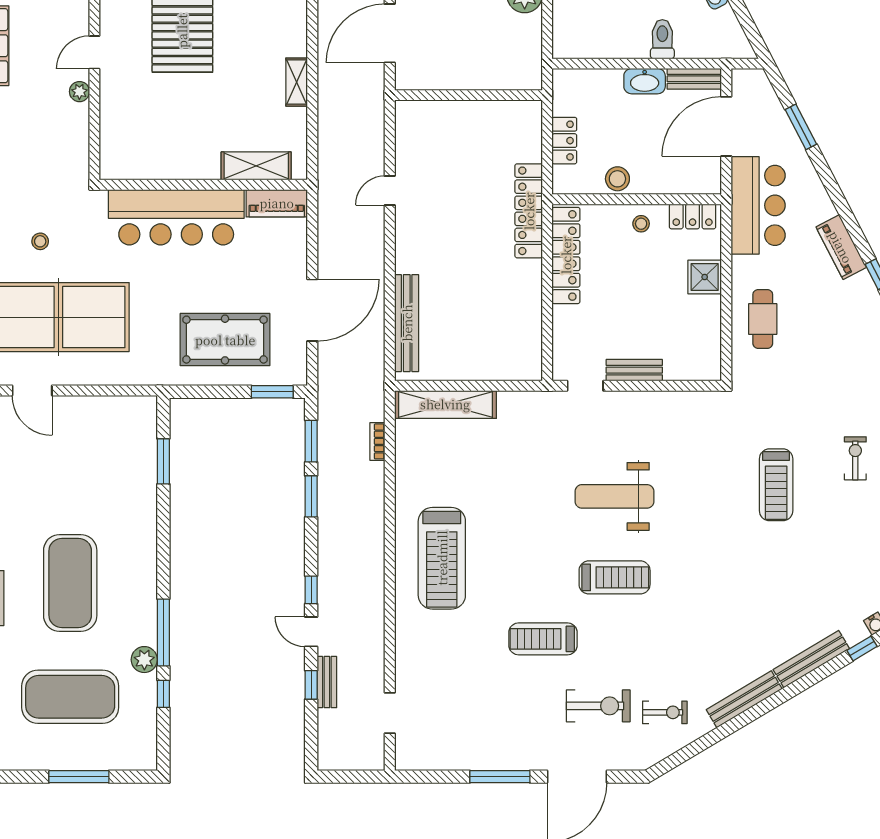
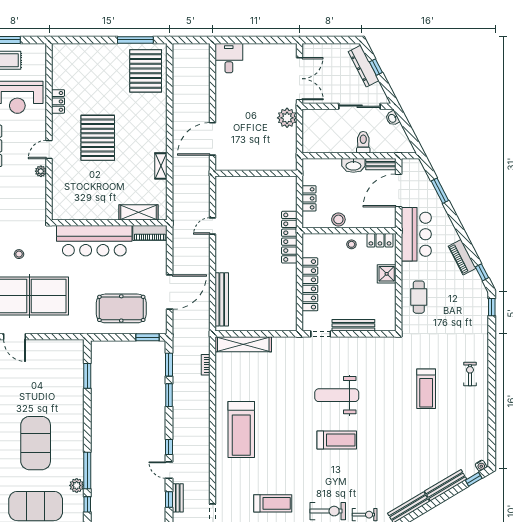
locker: (566, 255) -> (310, 284), moved
bench: (634, 370) -> (353, 325), width x1.36
treadmill: (543, 639) -> (273, 503), moved, turned 180

